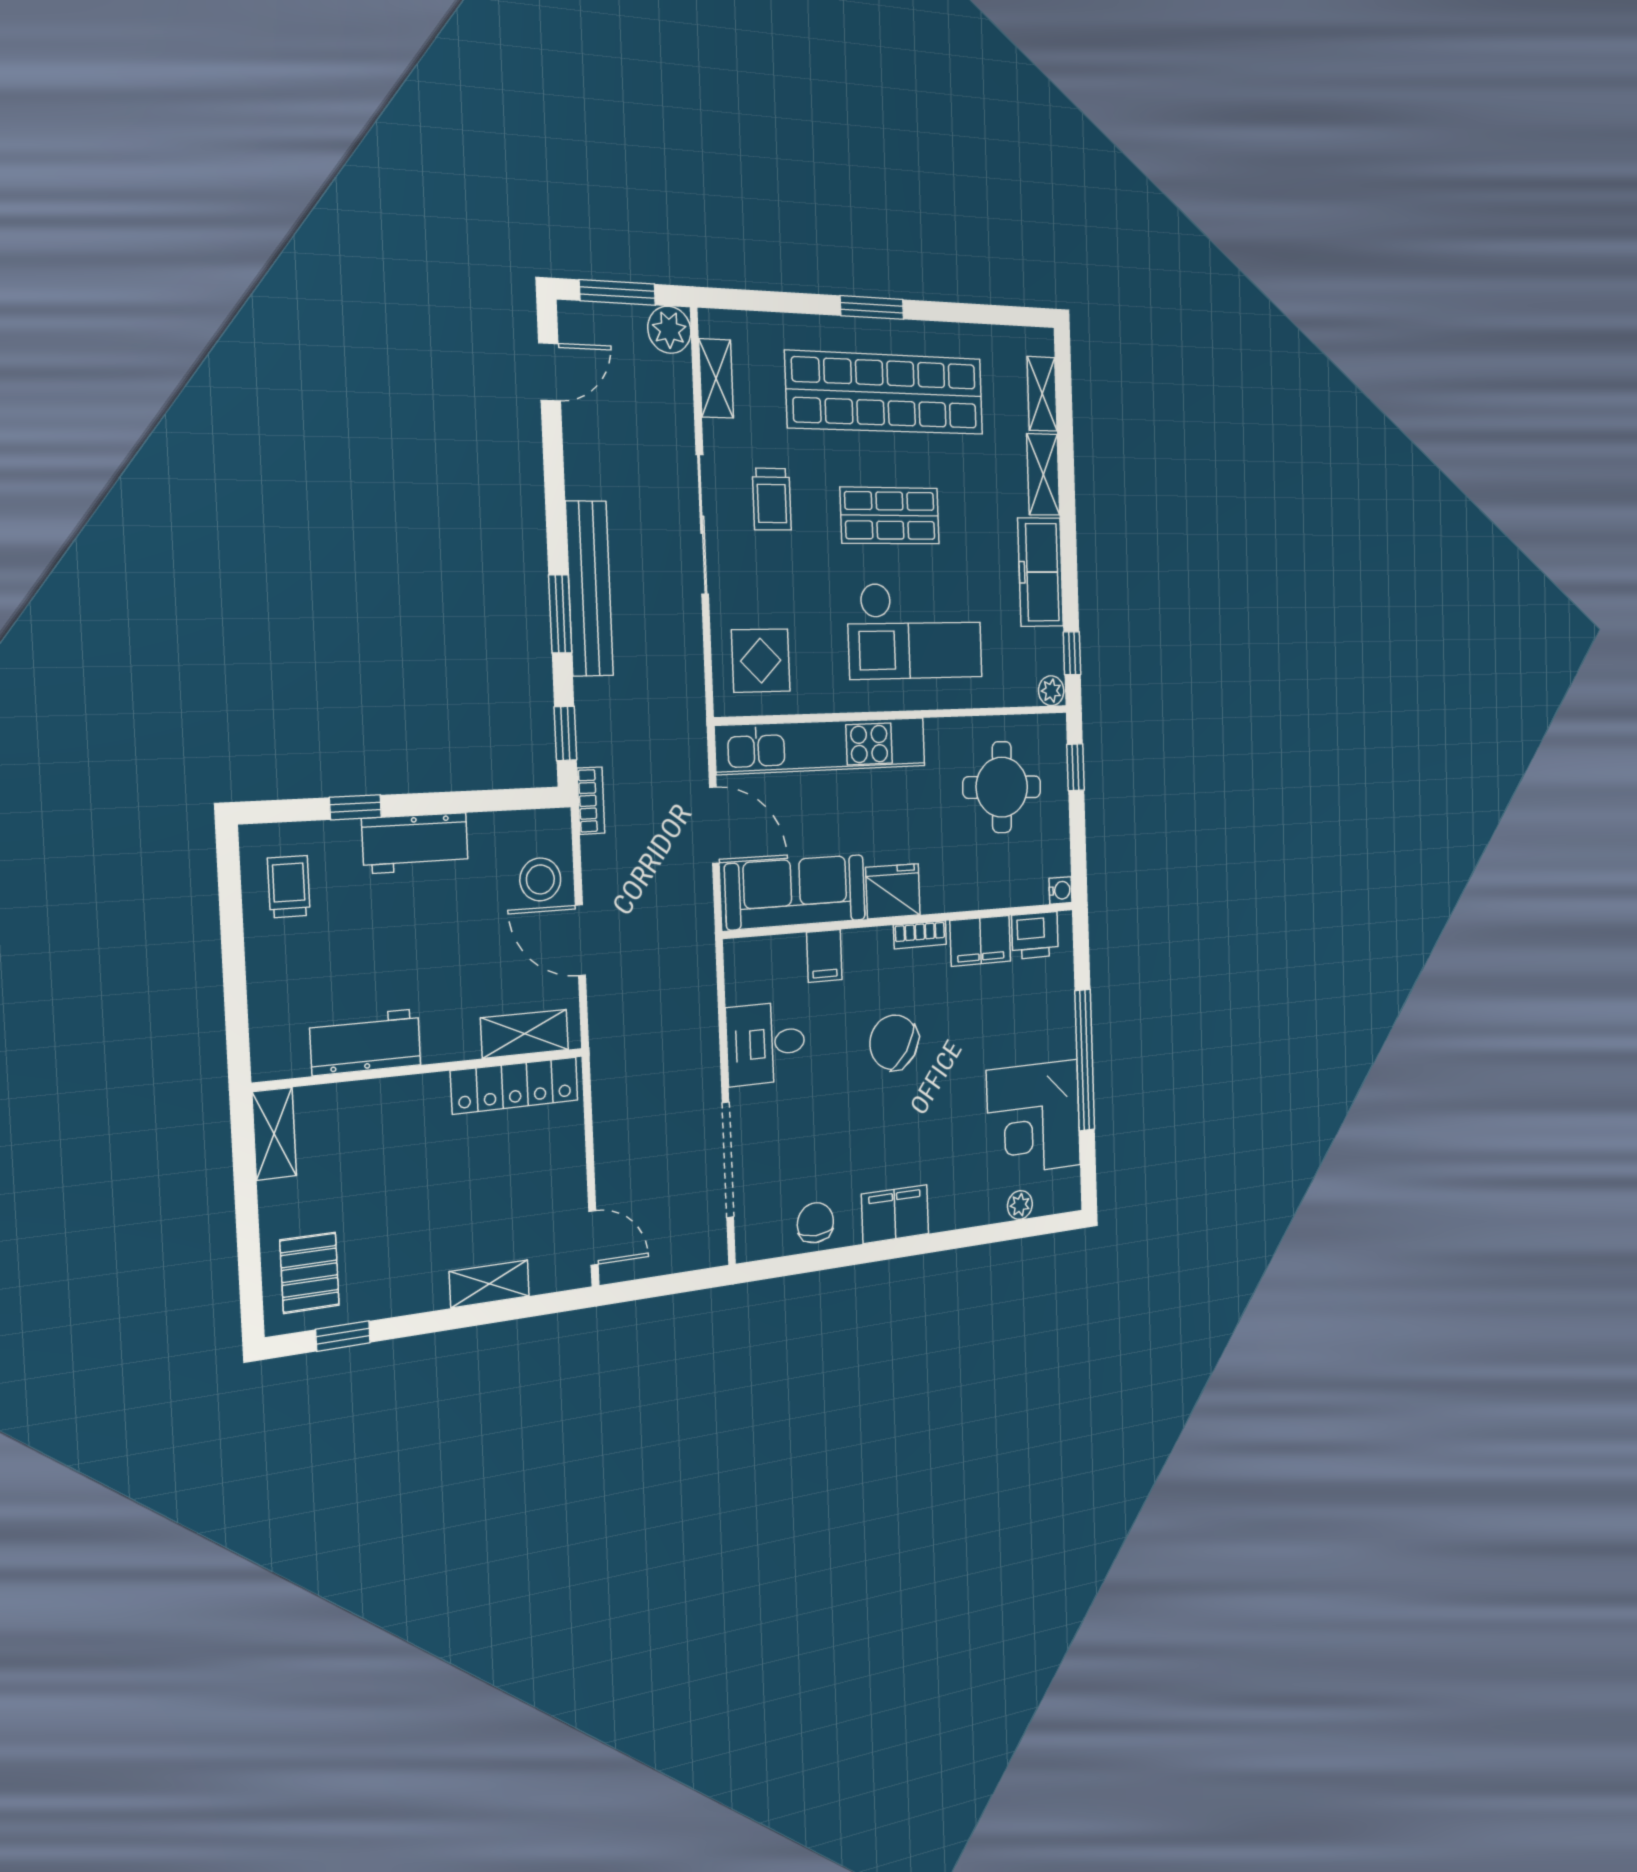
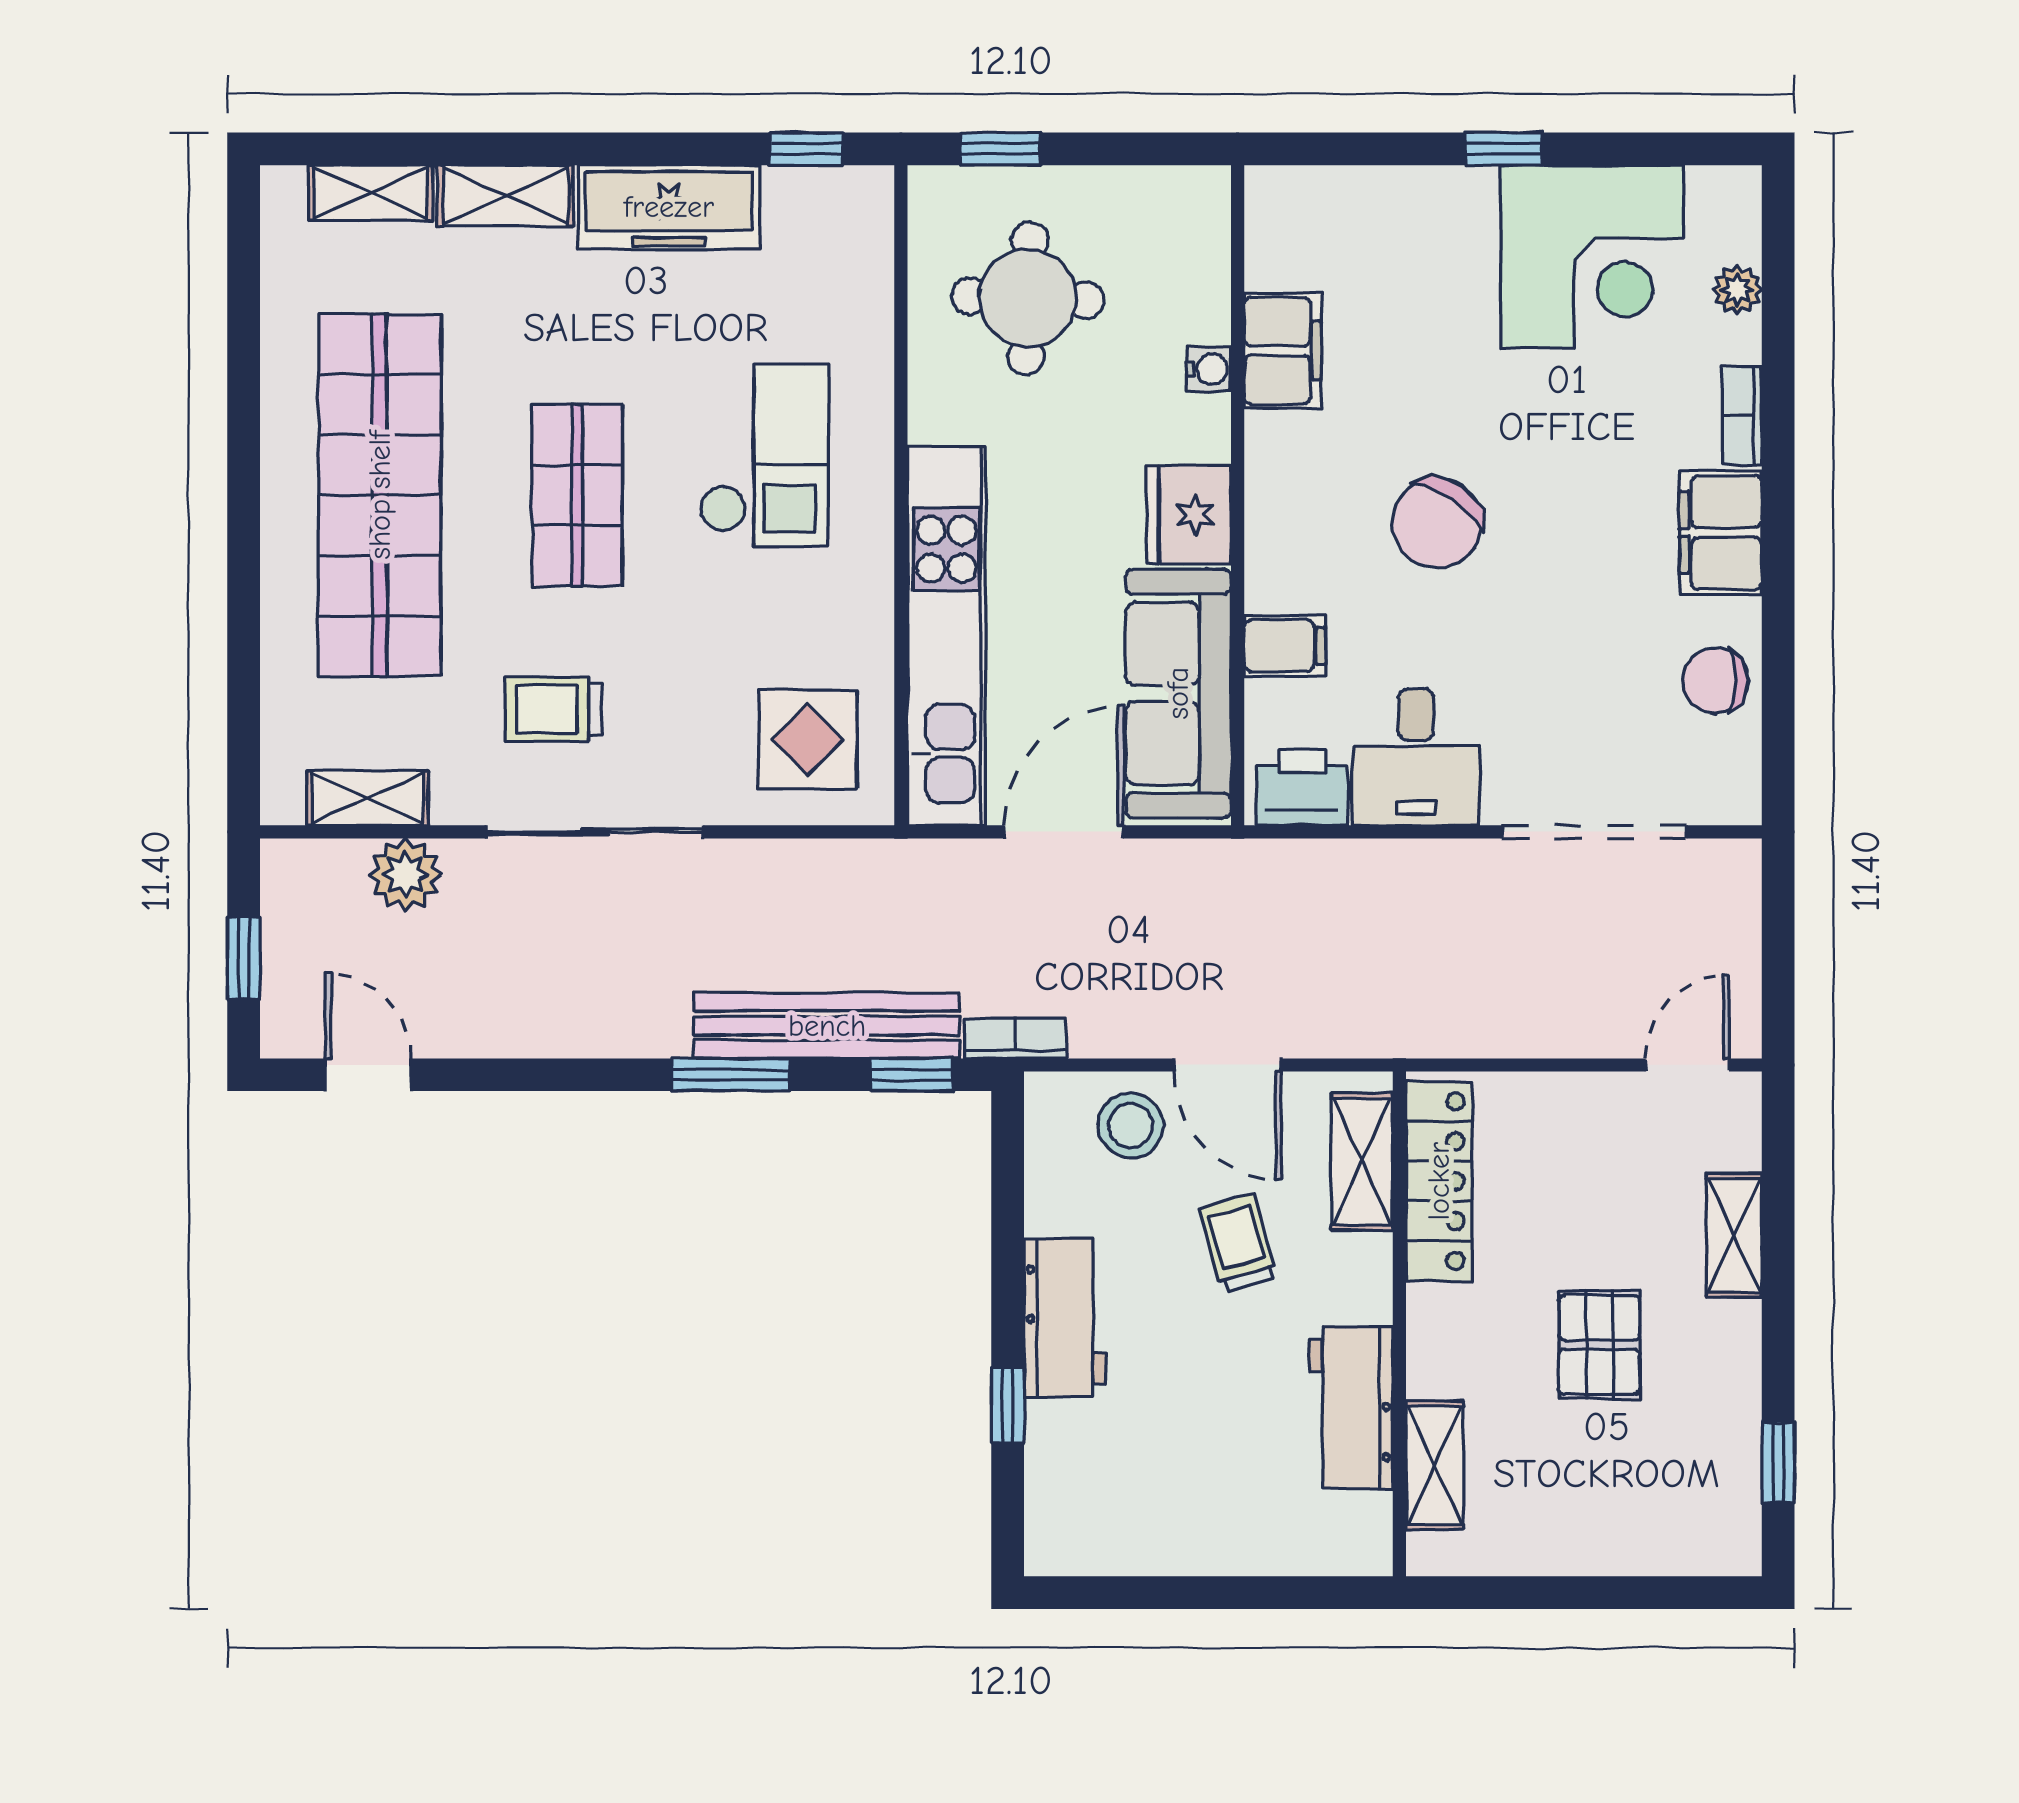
window: (618, 292) -> (244, 959), width x0.67
window: (872, 308) -> (244, 515), removed
plant: (669, 330) -> (406, 875), moved
trolley: (772, 499) -> (553, 709), turned 180
bench: (589, 589) -> (827, 1026), moved
checkout: (915, 631) -> (764, 456), width x0.73, depth x0.83
plant: (1051, 691) -> (869, 193), removed
trolley: (289, 887) -> (1238, 1243), moved, turned 74
water cooler: (1061, 890) -> (1209, 369), moved, turned 90
bookcase: (920, 935) -> (1742, 416), moved, turned 180
printer: (1035, 935) -> (1302, 788), moved, turned -90
door: (580, 940) -> (1228, 1065), hinge flipped
window: (1085, 1060) -> (1504, 149), width x0.32
shelving: (274, 1134) -> (1435, 1465), moved, turned 90
pallet: (310, 1273) -> (1599, 1345), moved, turned 90

